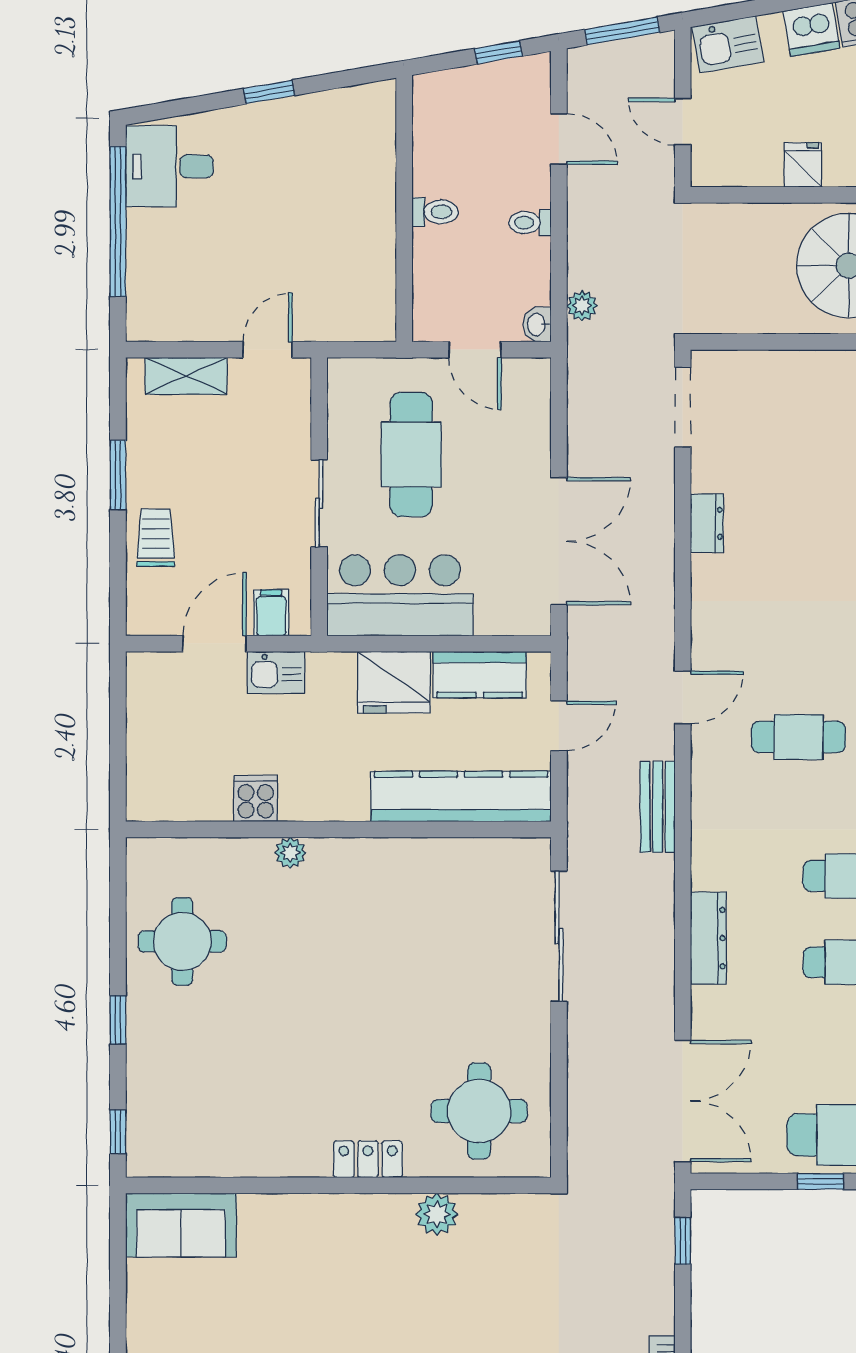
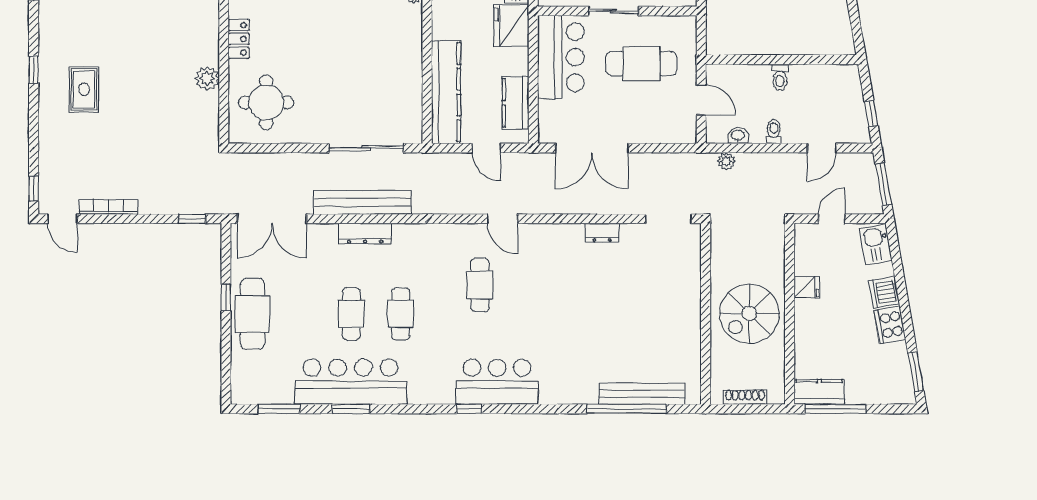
washbasin: (537, 325) -> (738, 136), moved
door: (475, 350) -> (701, 100), swing flipped
fridge: (394, 682) -> (511, 25), moved
bench: (658, 807) -> (362, 202), moved, width x1.86, depth x1.21

